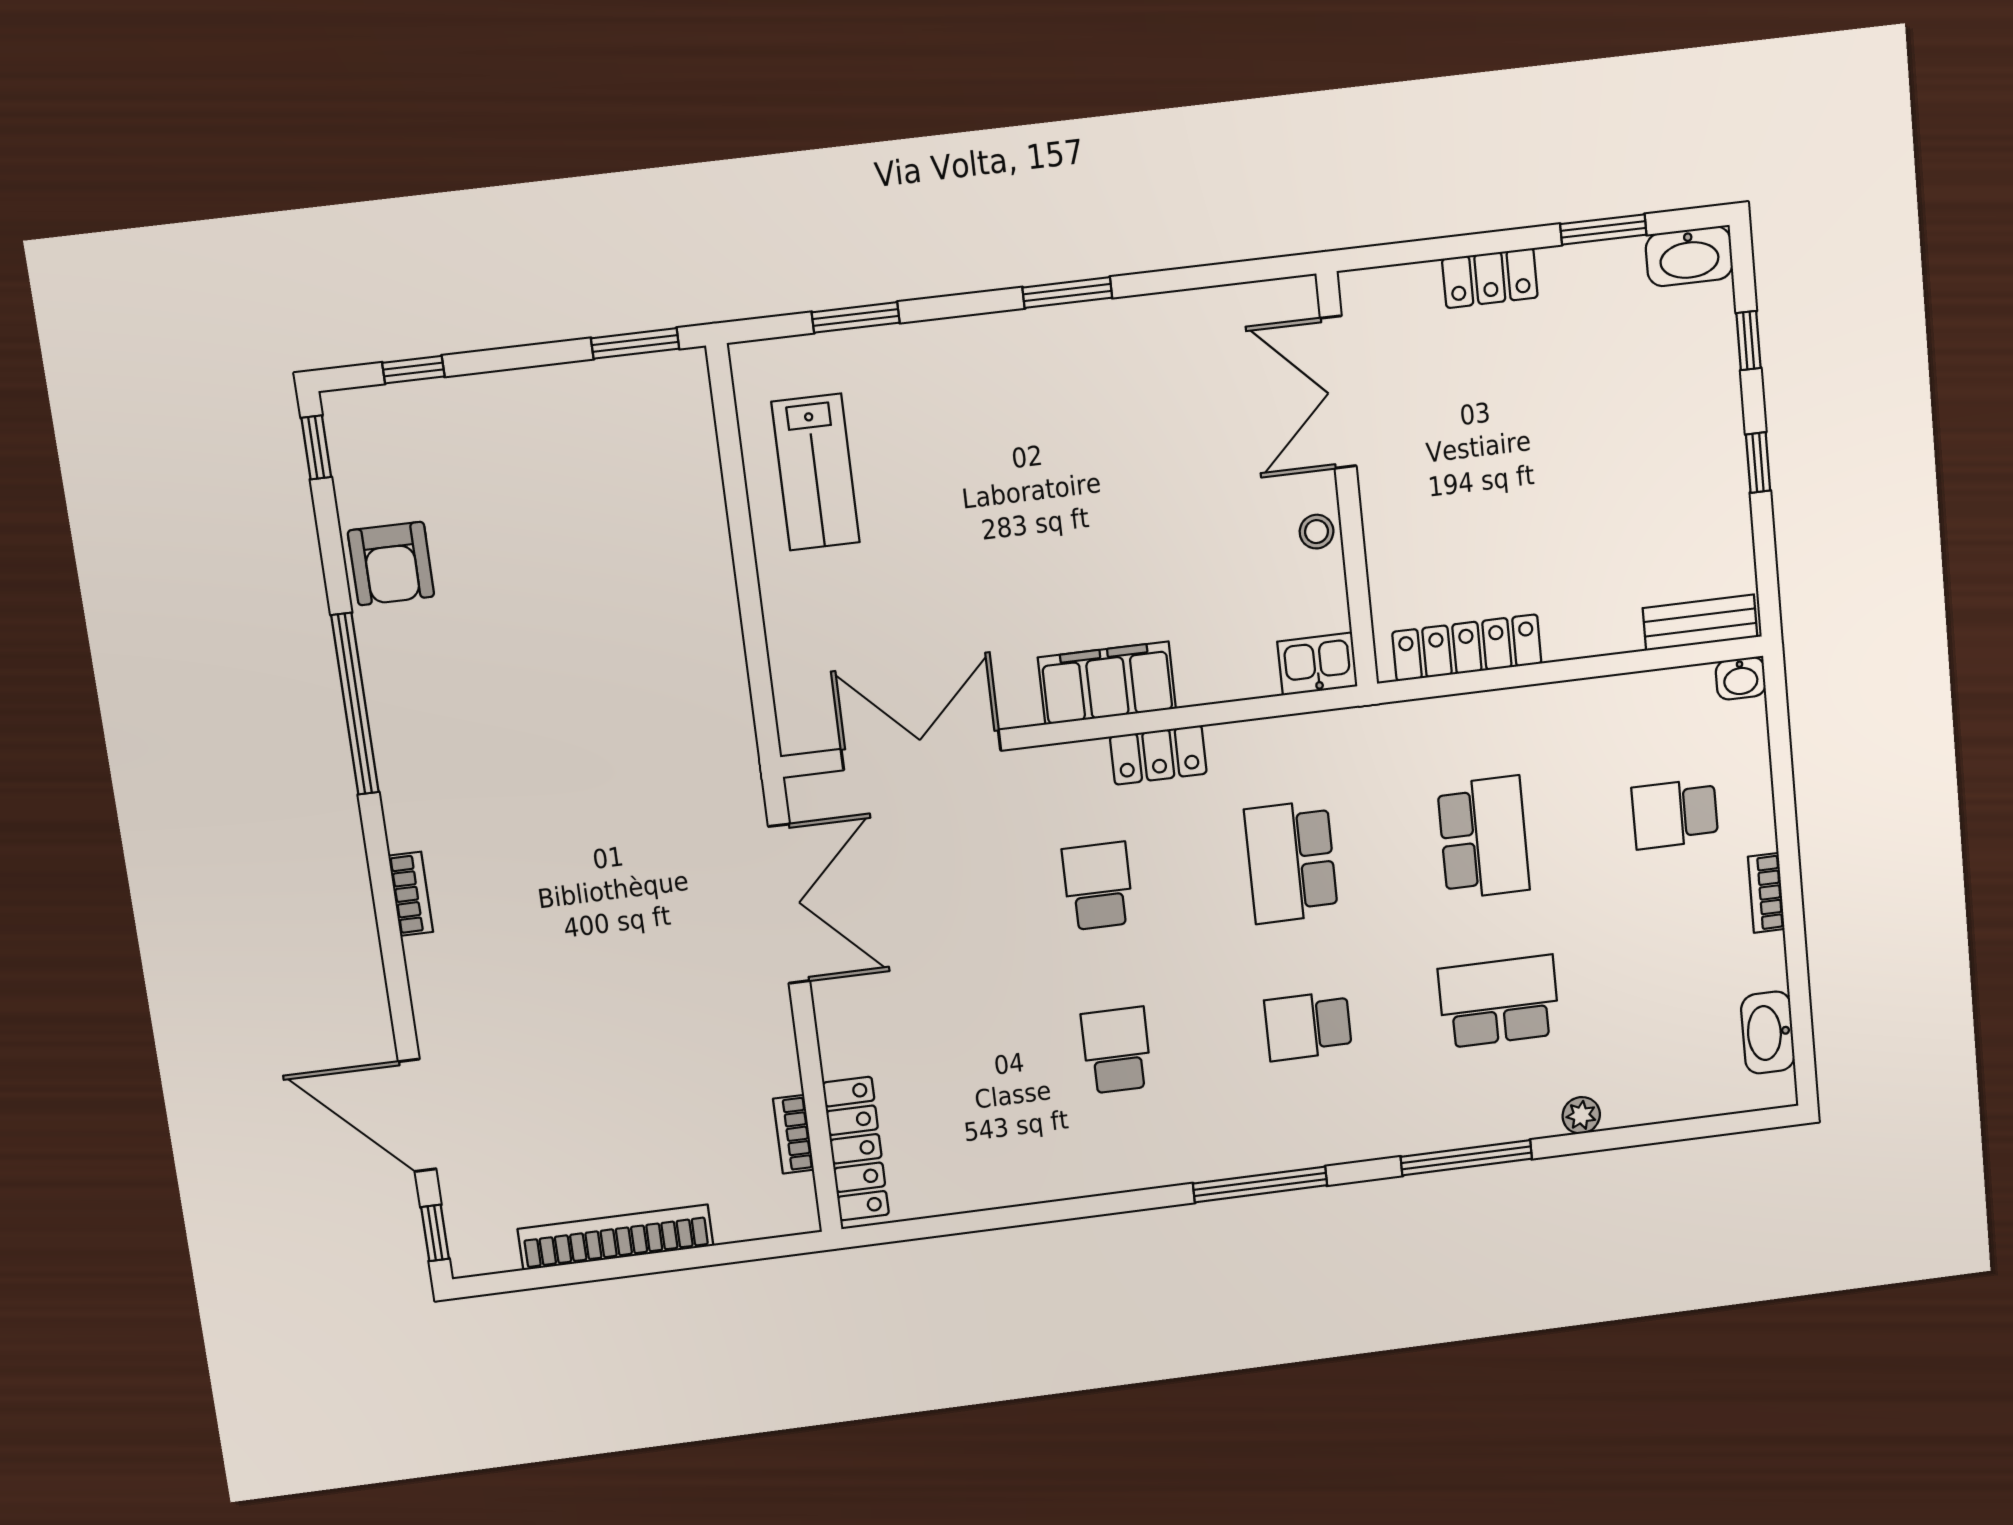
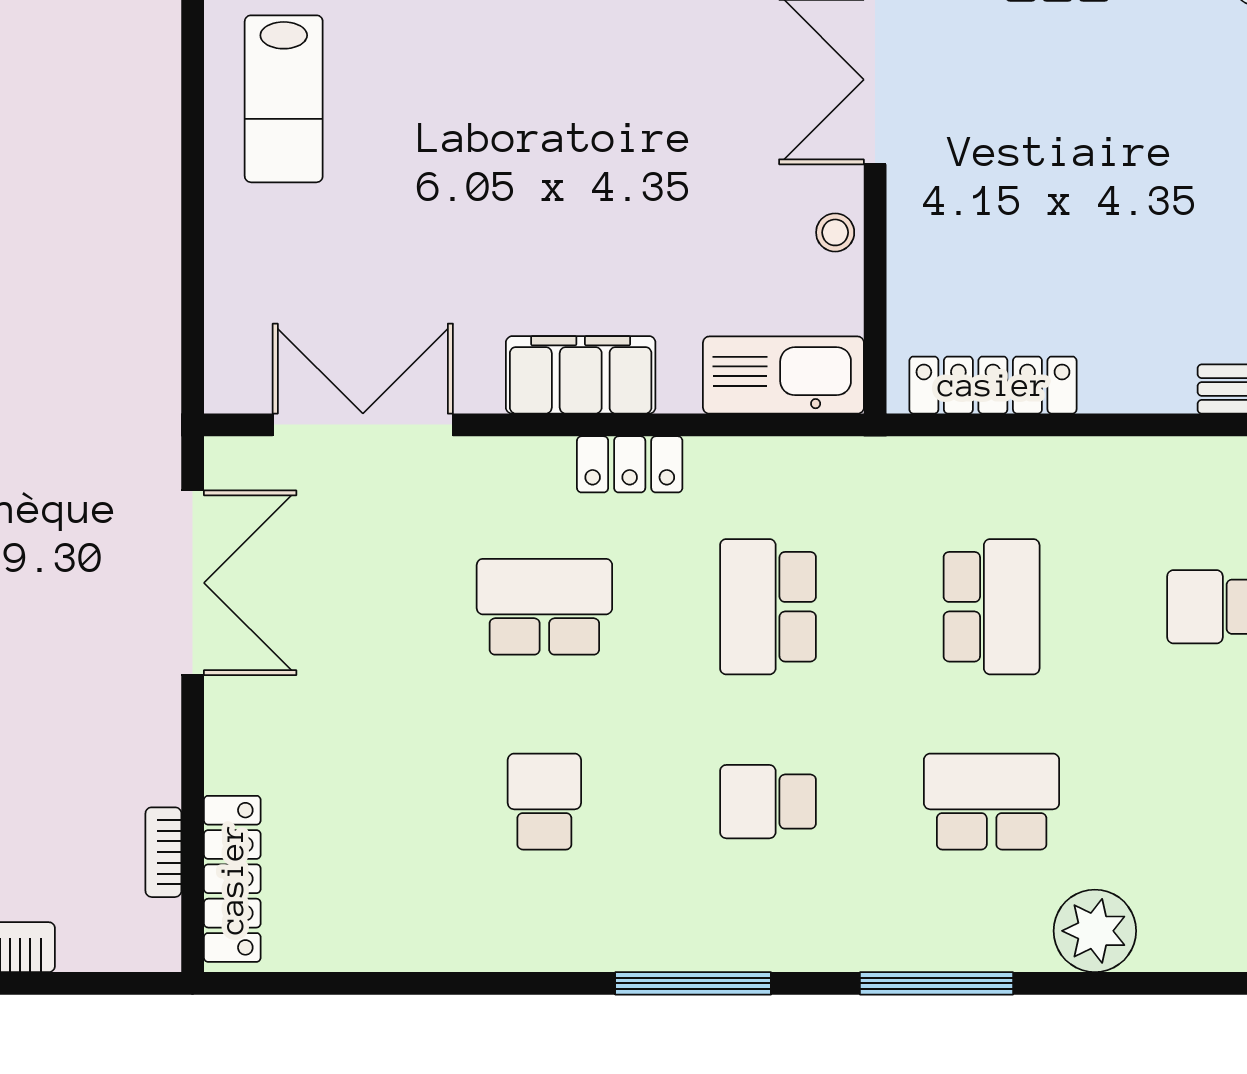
kitchen sink: (1317, 664) -> (783, 375), width x1.88, depth x1.24
school desk: (1098, 886) -> (544, 607), width x1.85
plant: (1581, 1115) -> (1095, 931), width x1.87, depth x1.87

